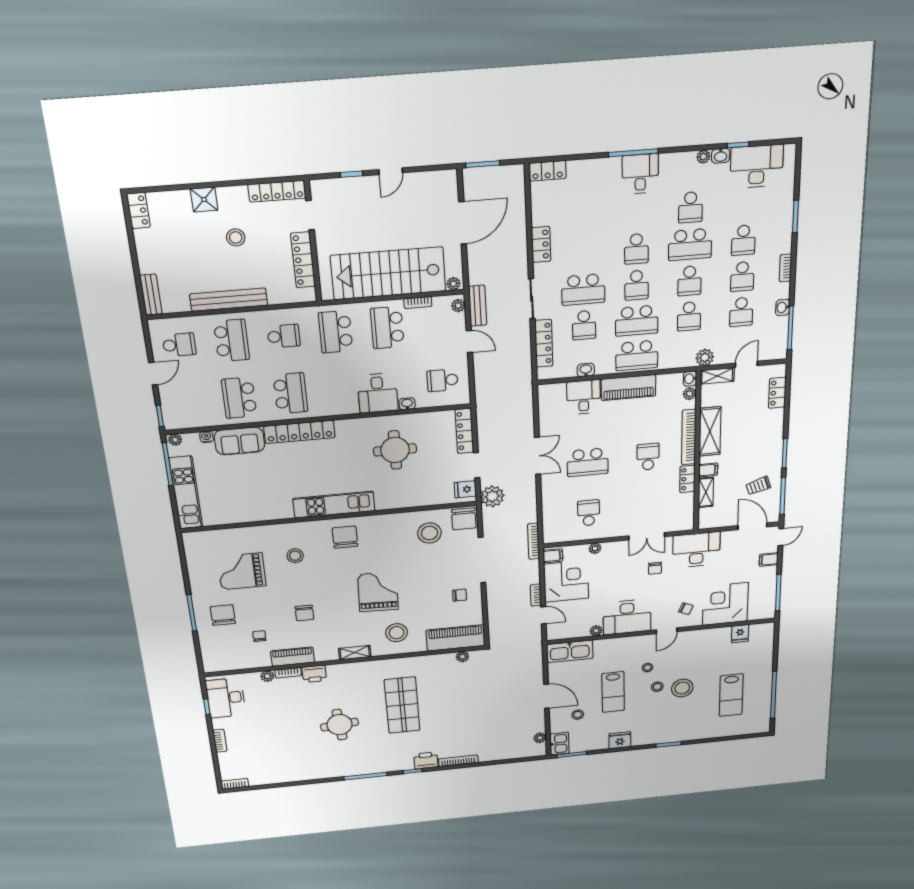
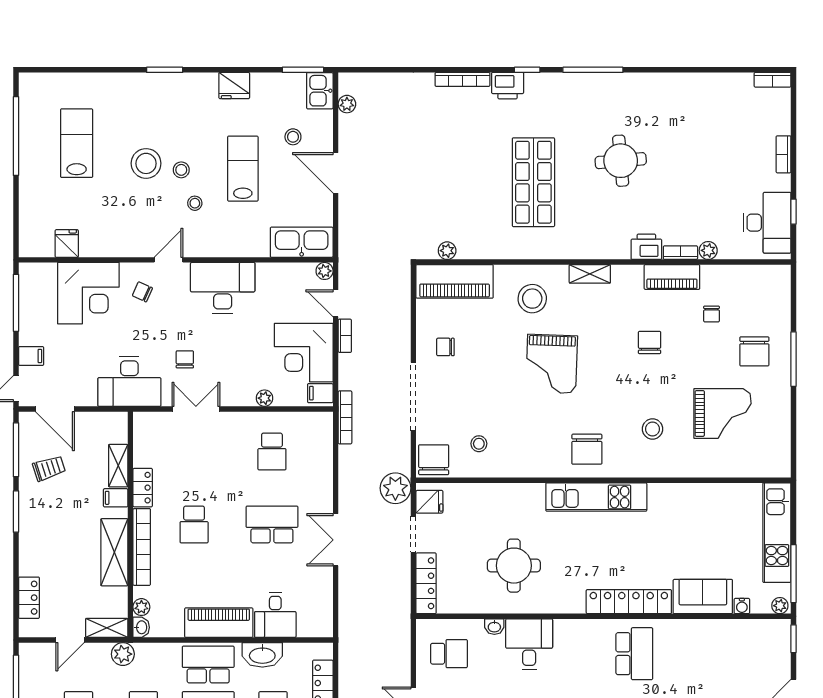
washbasin: (586, 370) -> (262, 655), width x1.91, depth x1.45
school desk: (290, 393) -> (634, 654), turned 180
school desk: (239, 398) -> (696, 654), removed
stool: (429, 533) -> (479, 444), width x0.53, depth x0.53
plant: (596, 631) -> (325, 271), moved

